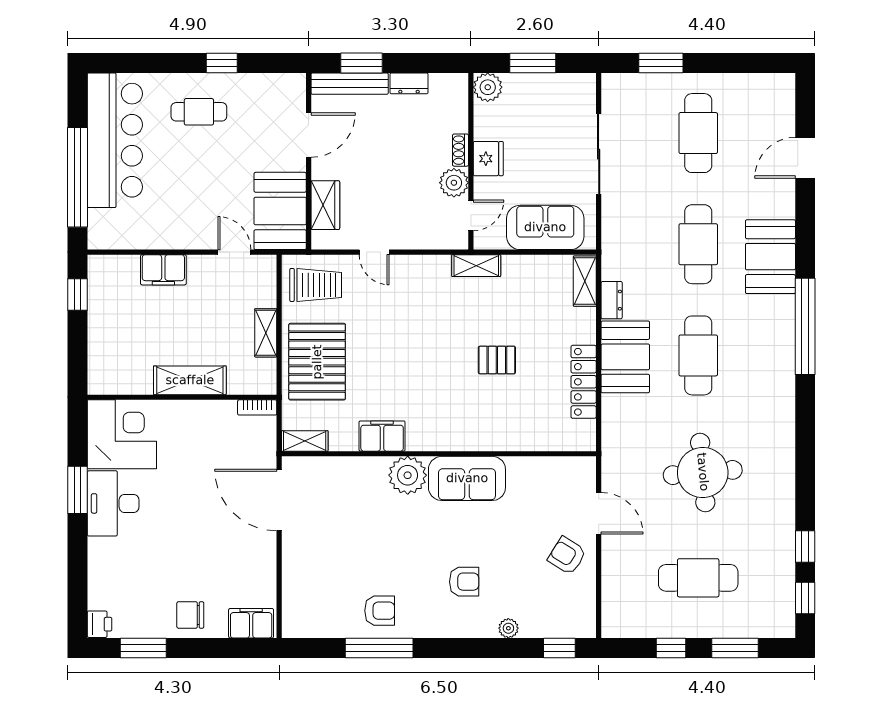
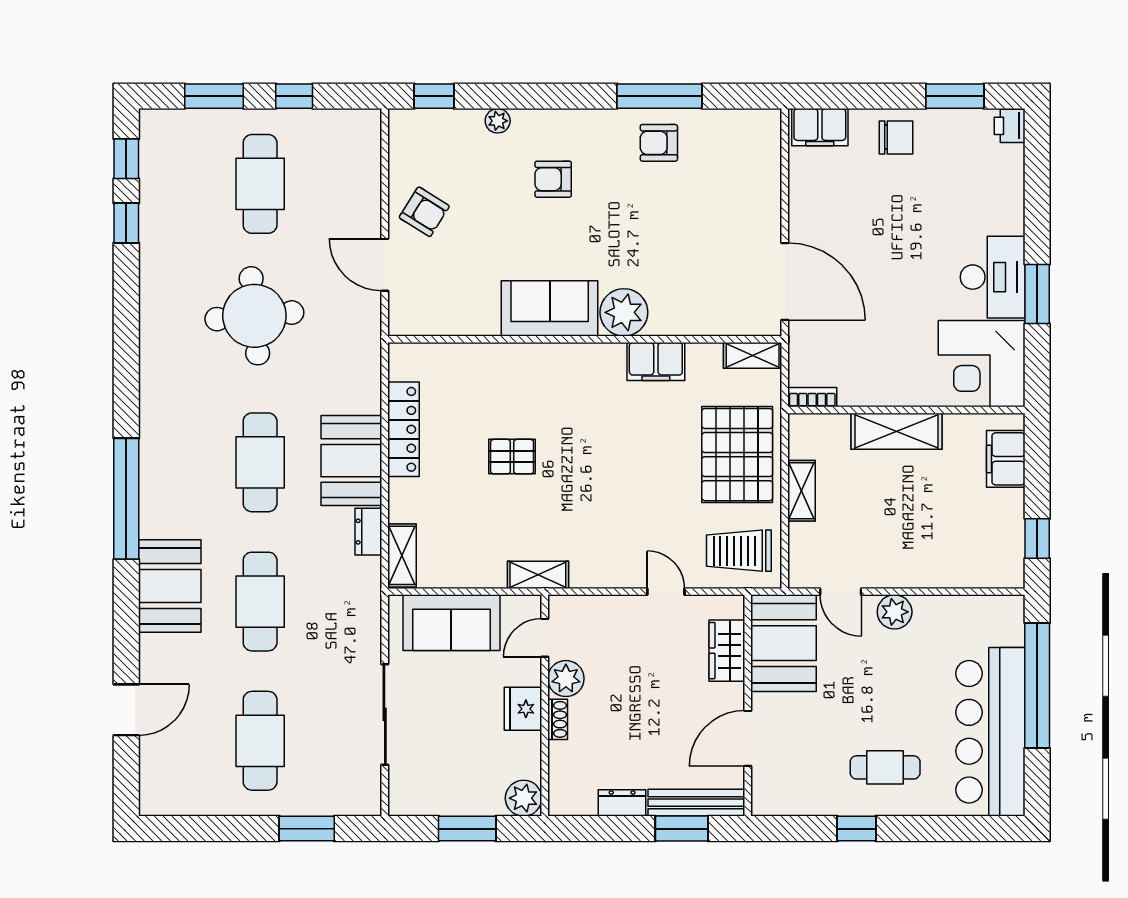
plant: (191, 236) -> (895, 612), added
filing cabinet: (163, 270) -> (1006, 459), moved, turned -90
cafe table: (698, 578) -> (260, 184), turned 90

